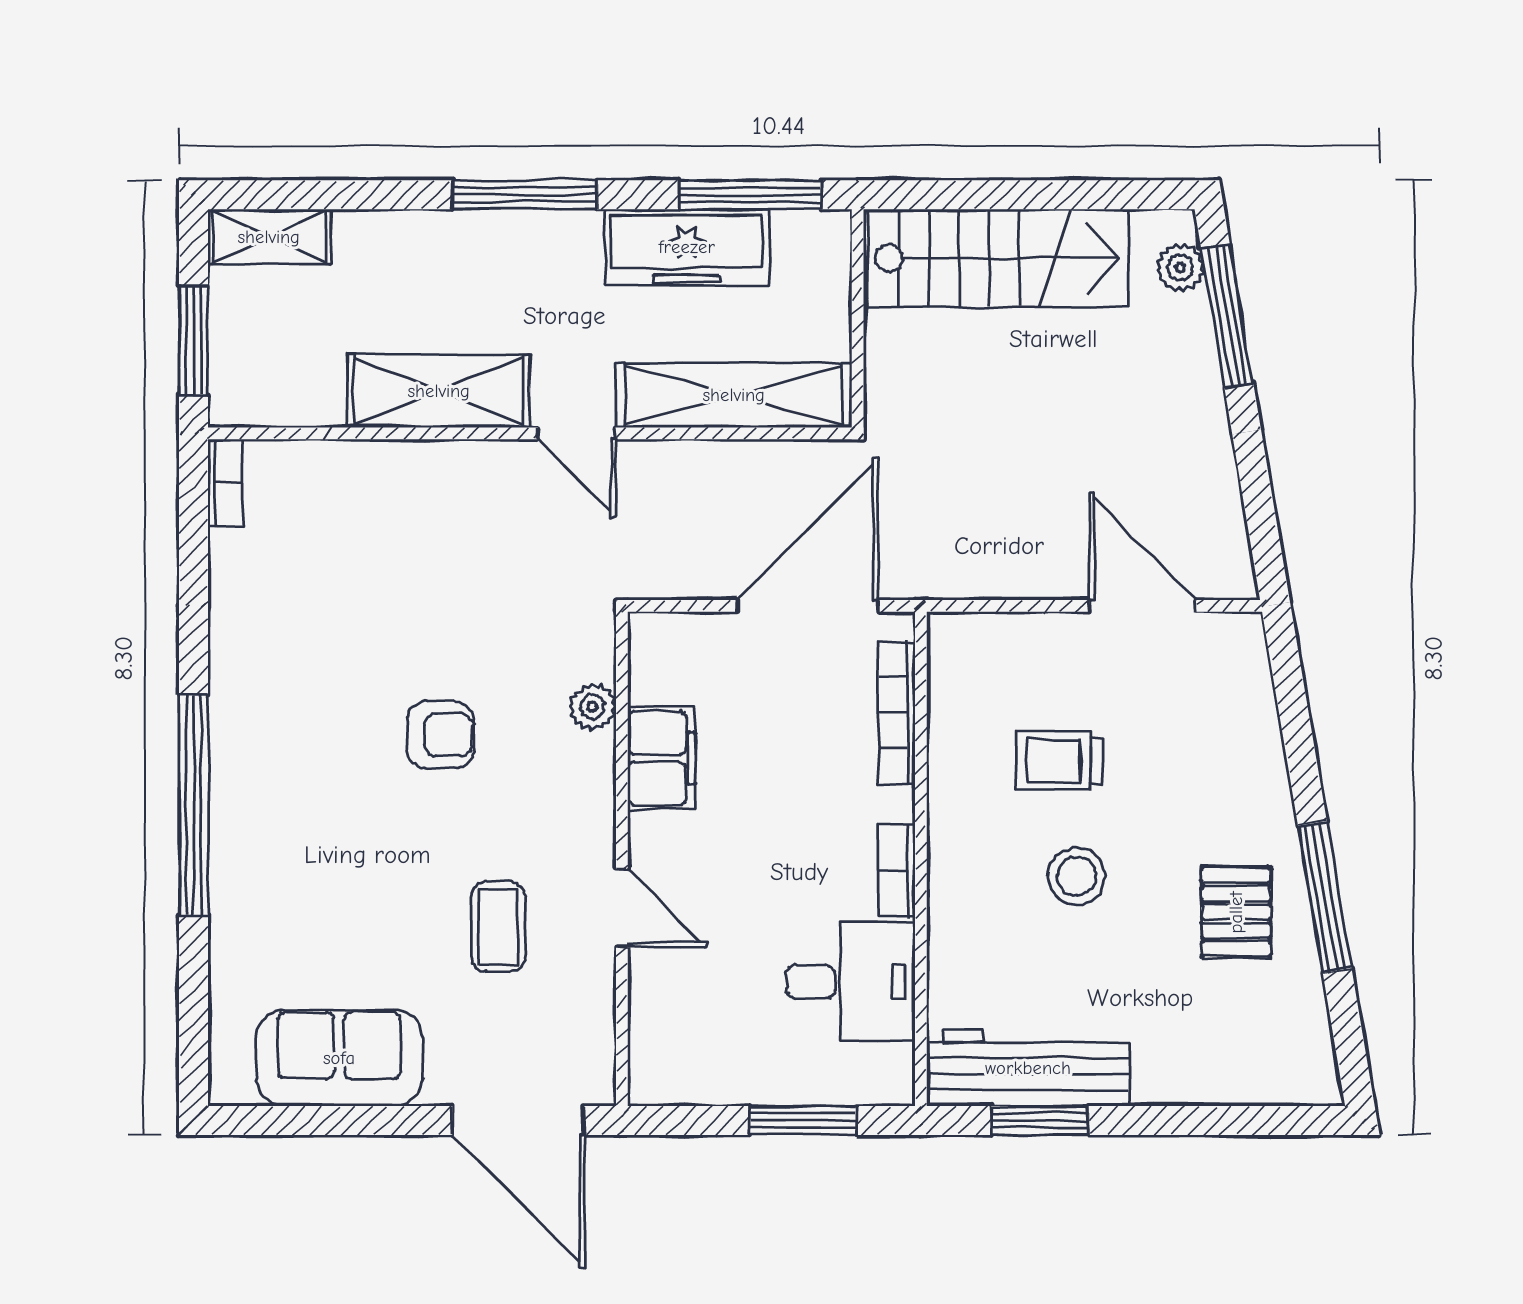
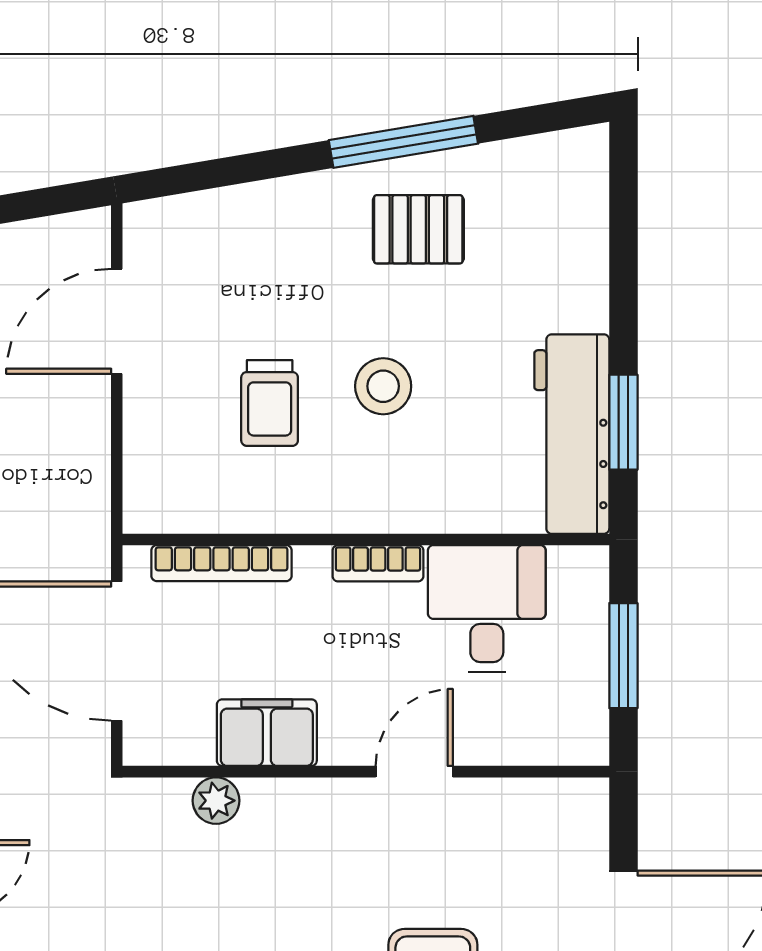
plant: (592, 707) -> (216, 801), moved
filing cabinet: (662, 758) -> (267, 733), moved
wall: (622, 859) -> (366, 772), moved
door: (622, 908) -> (414, 772), moved

